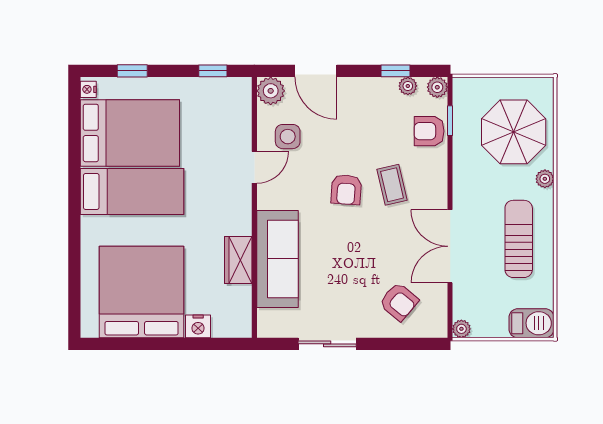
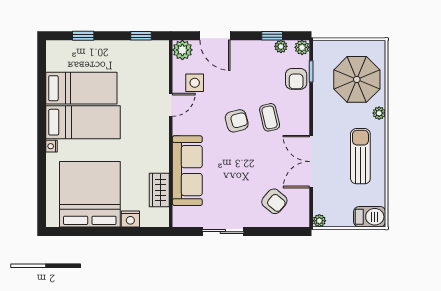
nightstand: (88, 89) -> (52, 146), moved
armchair: (429, 131) -> (296, 79), turned -90
bed: (130, 133) -> (81, 88), width x0.67
armchair: (346, 190) -> (237, 121), turned -109
wardrobe: (238, 260) -> (159, 190), moved

